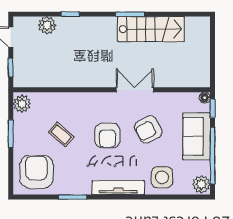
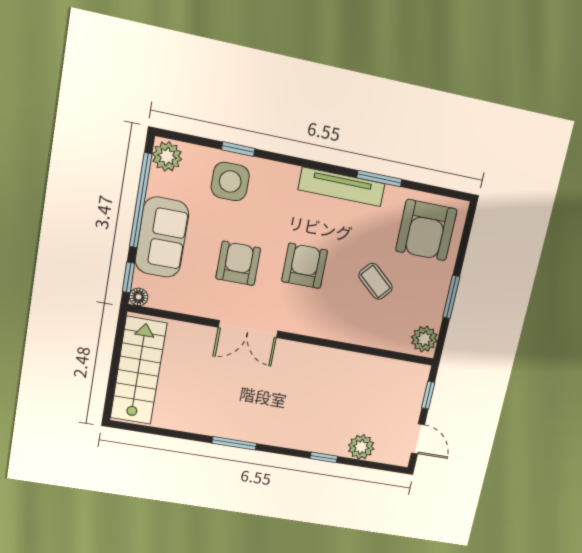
stairs: (151, 29) -> (138, 371), moved, turned 90
armchair: (148, 129) -> (238, 263), turned -62
tv unit: (118, 188) -> (342, 187), moved
window: (161, 197) -> (238, 149), added

